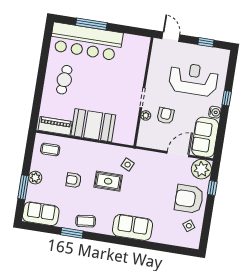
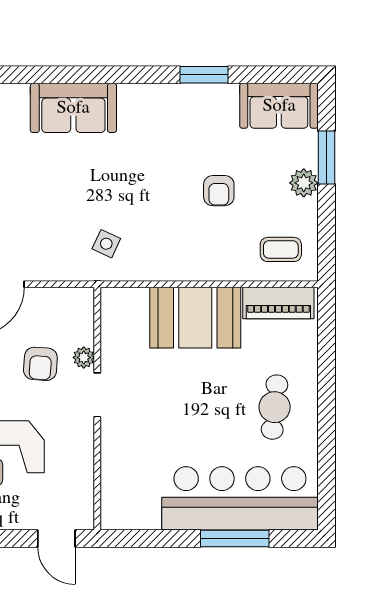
armchair: (74, 180) -> (219, 191), turned 90
rug: (108, 181) -> (143, 200), removed
coffee table: (86, 221) -> (178, 105), removed

